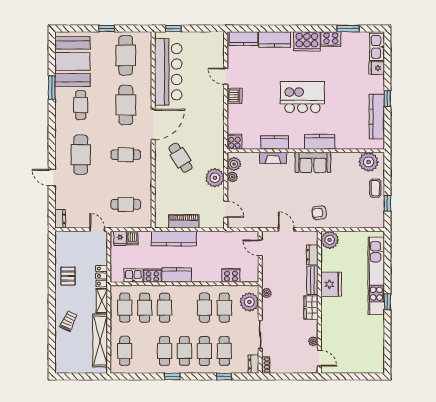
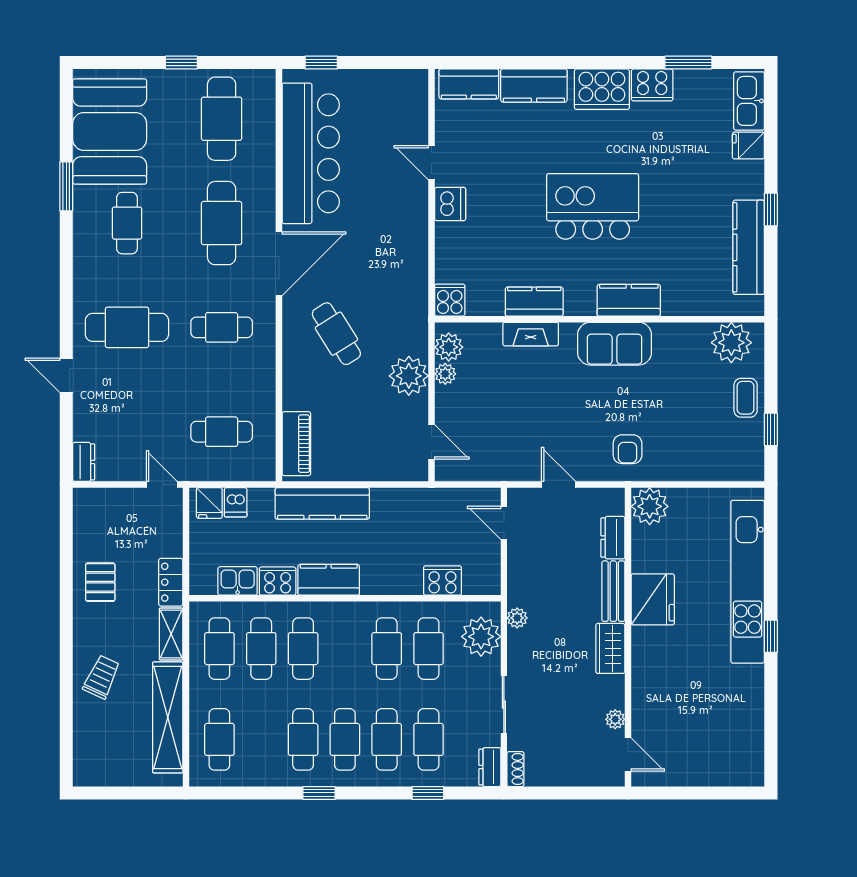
cafe table: (81, 155) -> (127, 327), turned 90
armchair: (319, 213) -> (628, 449), turned -84
piano: (184, 221) -> (296, 444), moved, turned 90

